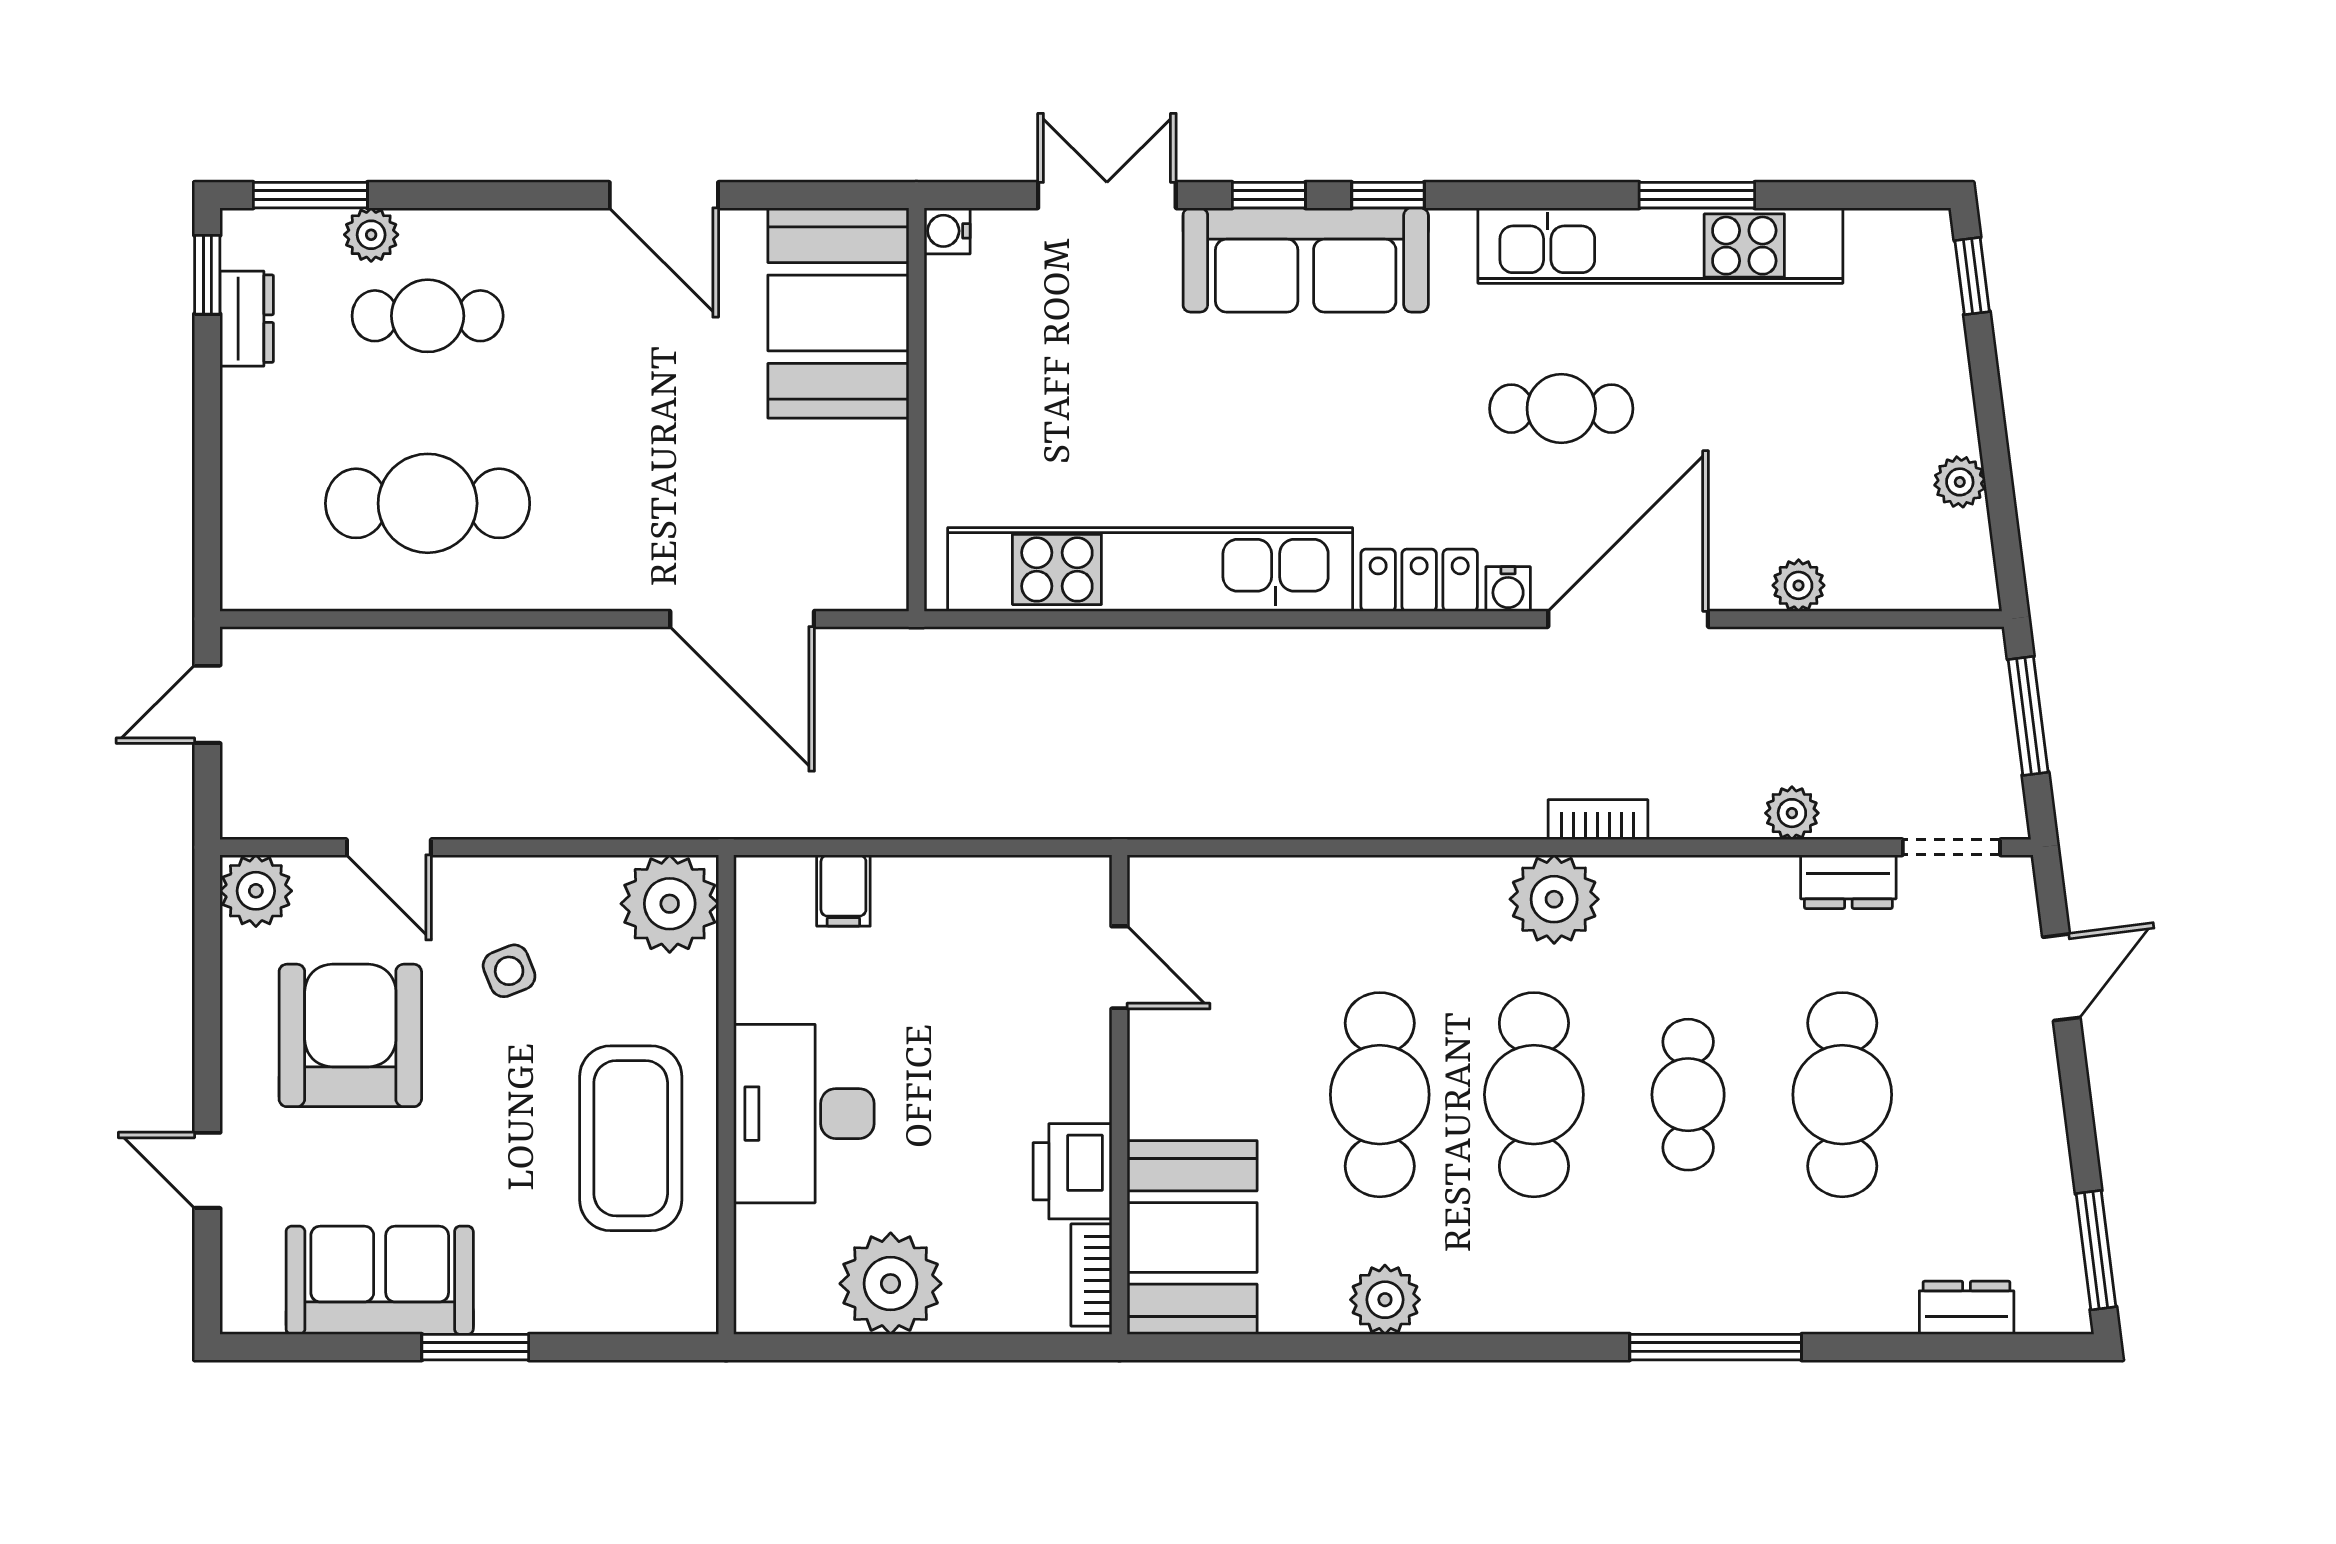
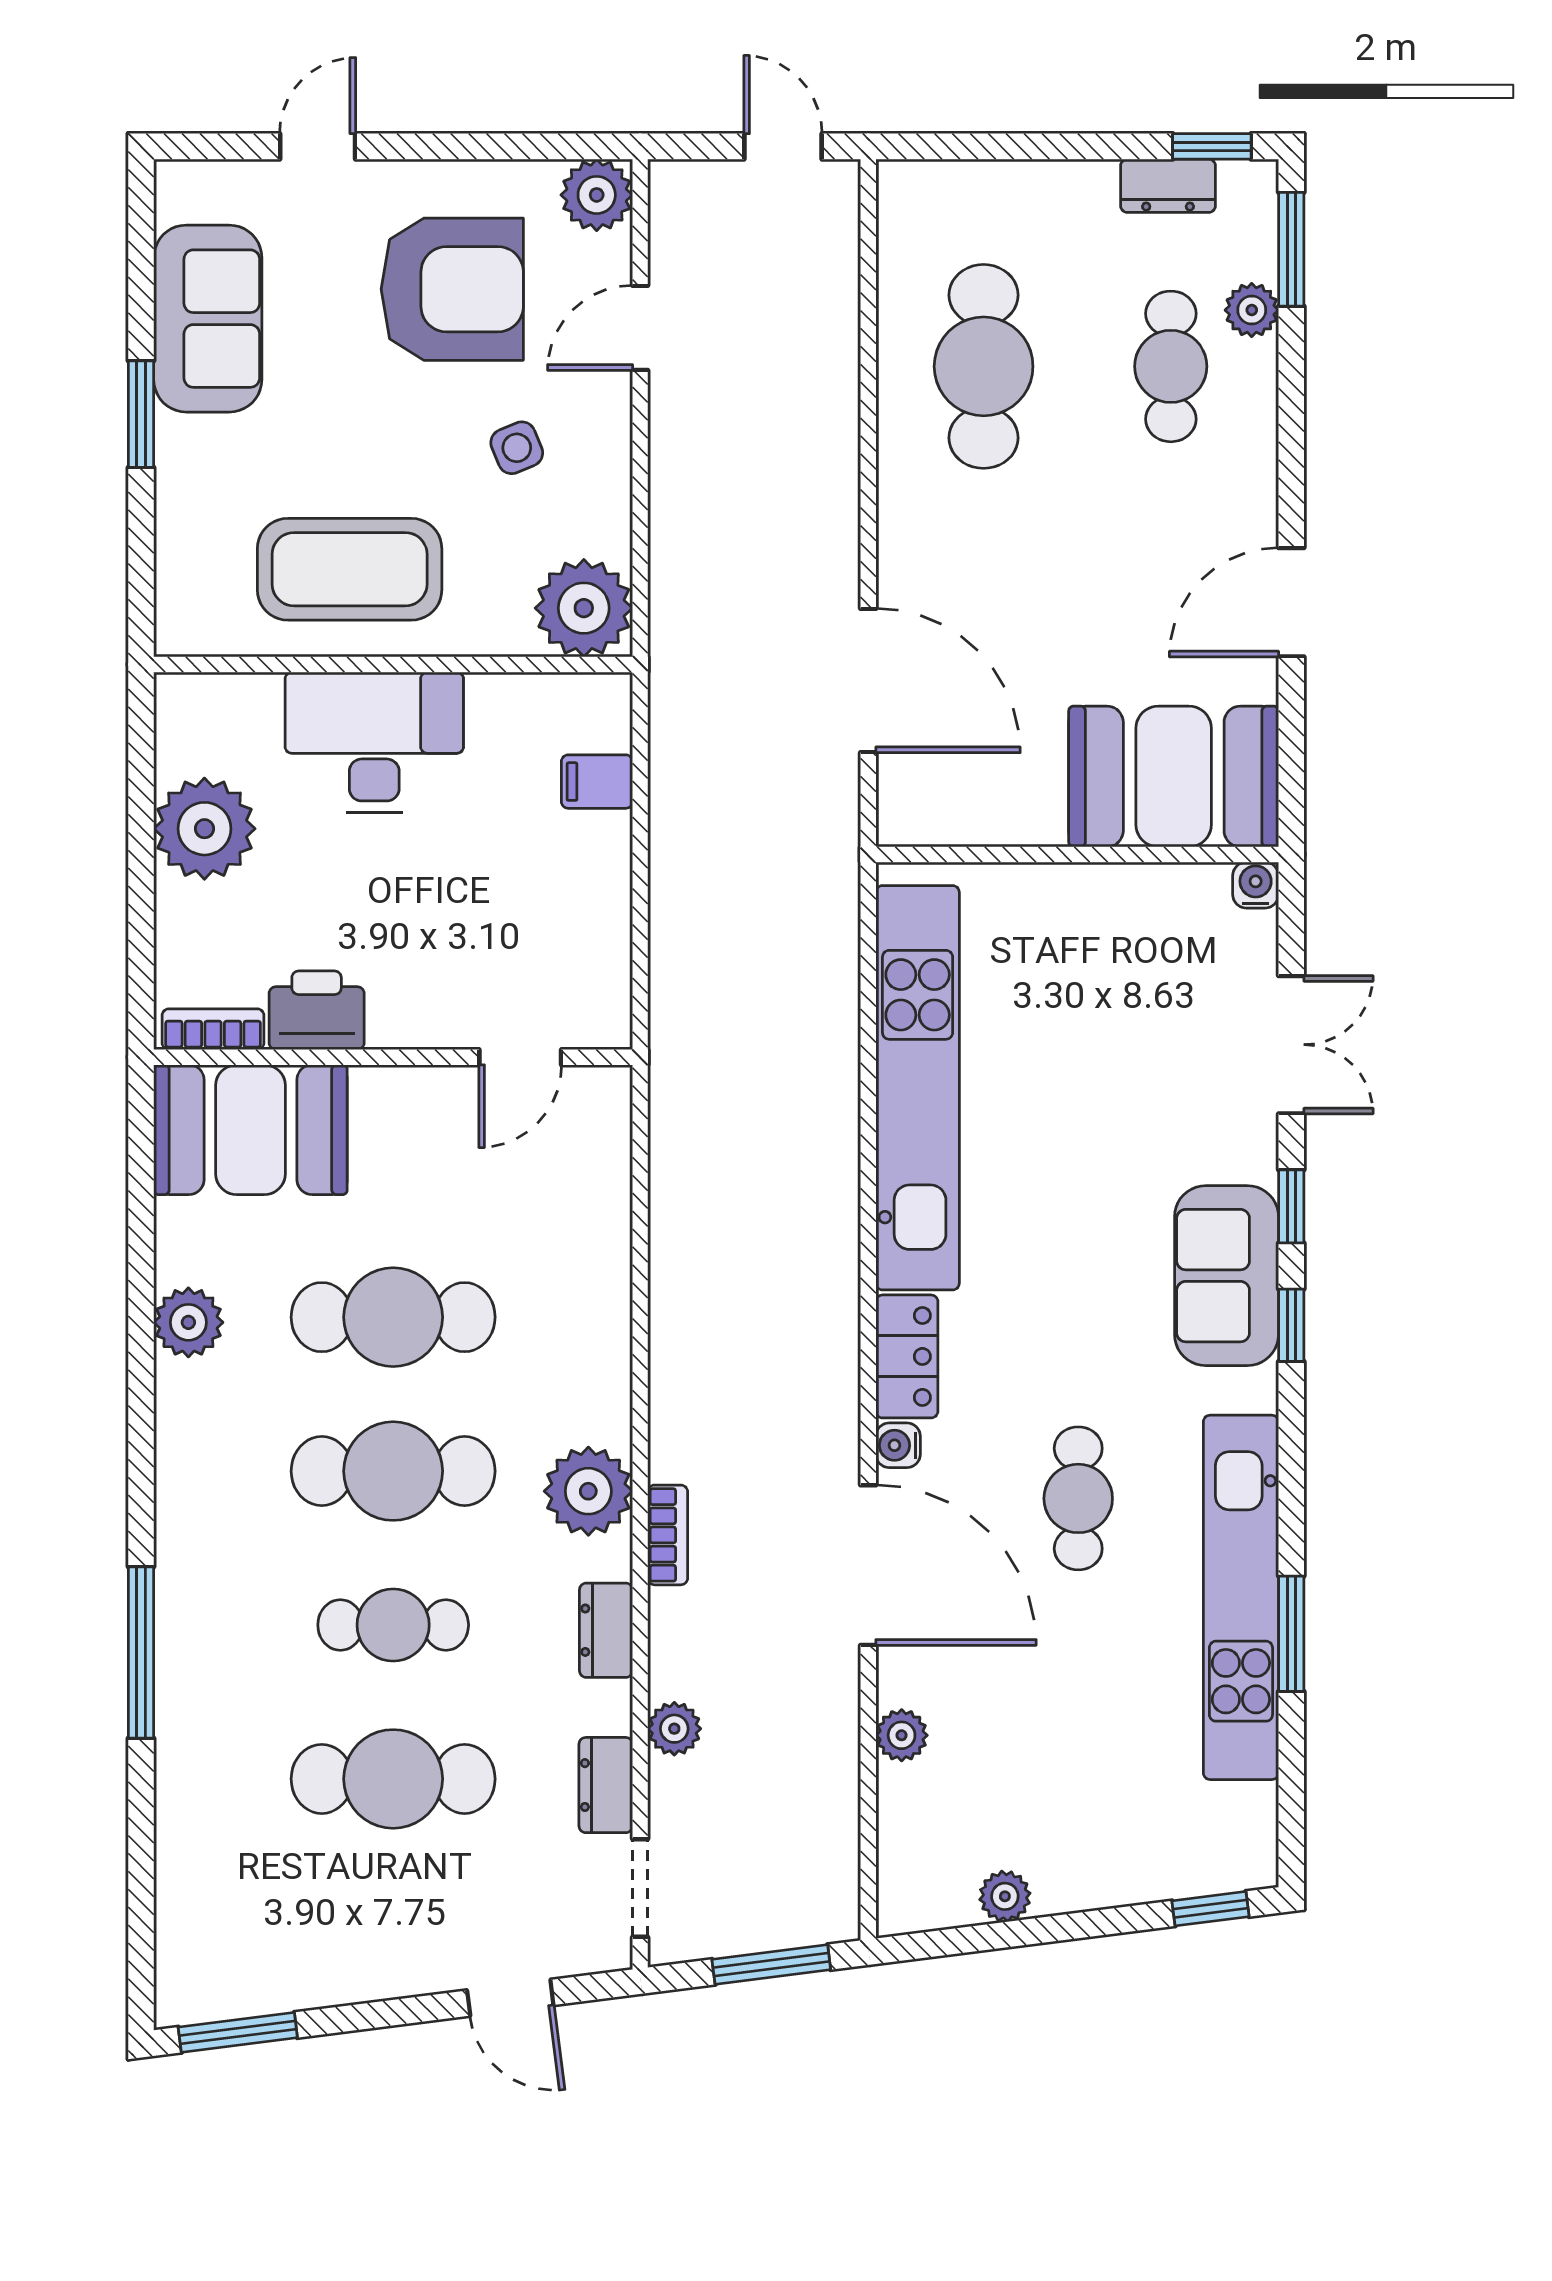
sofa: (1306, 260) -> (1227, 1276), width x0.73
door: (742, 619) -> (868, 680), swing flipped
dresser: (1967, 1308) -> (606, 1630), moved, turned 180

